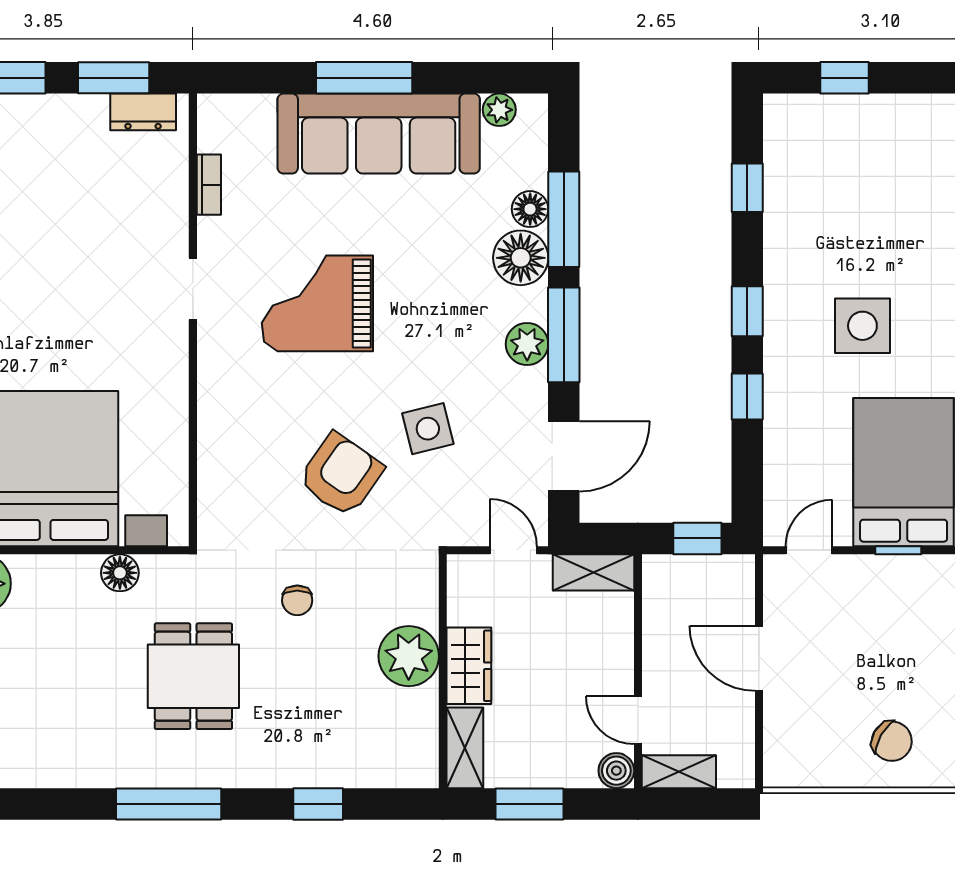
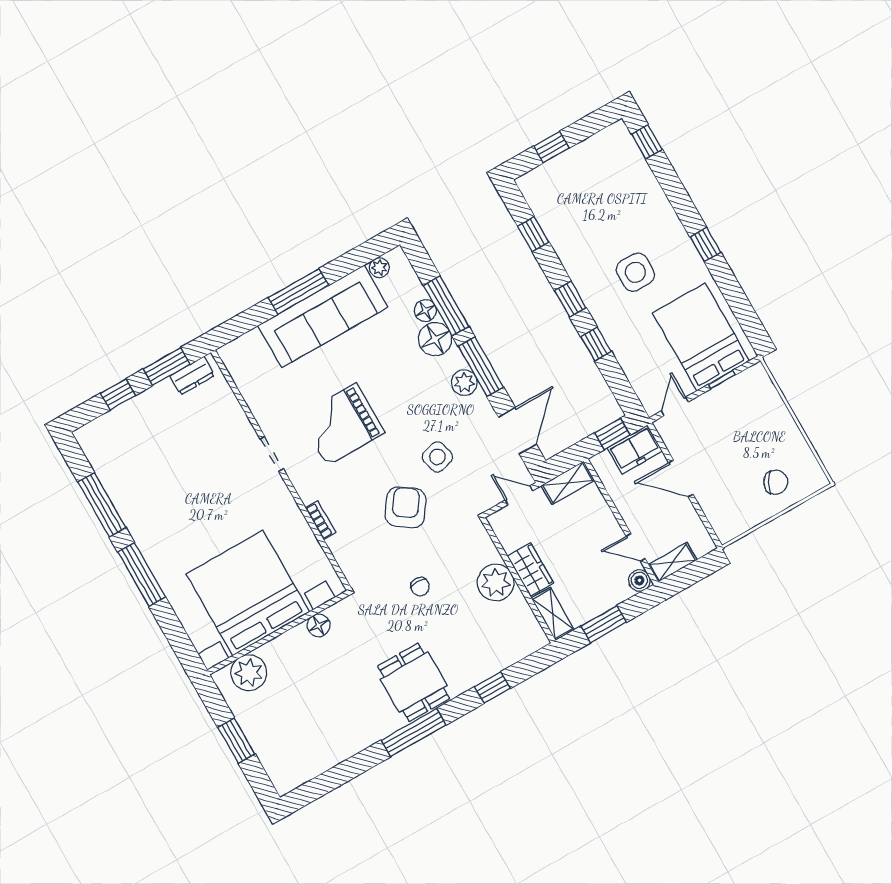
bookcase: (209, 185) -> (321, 520), moved
freezer: (717, 579) -> (635, 449), added
dining table: (193, 676) -> (414, 682), moved

